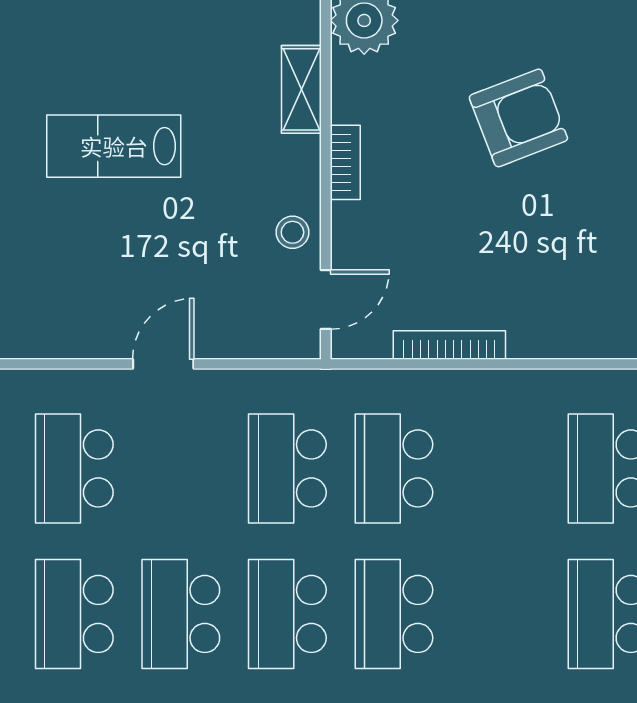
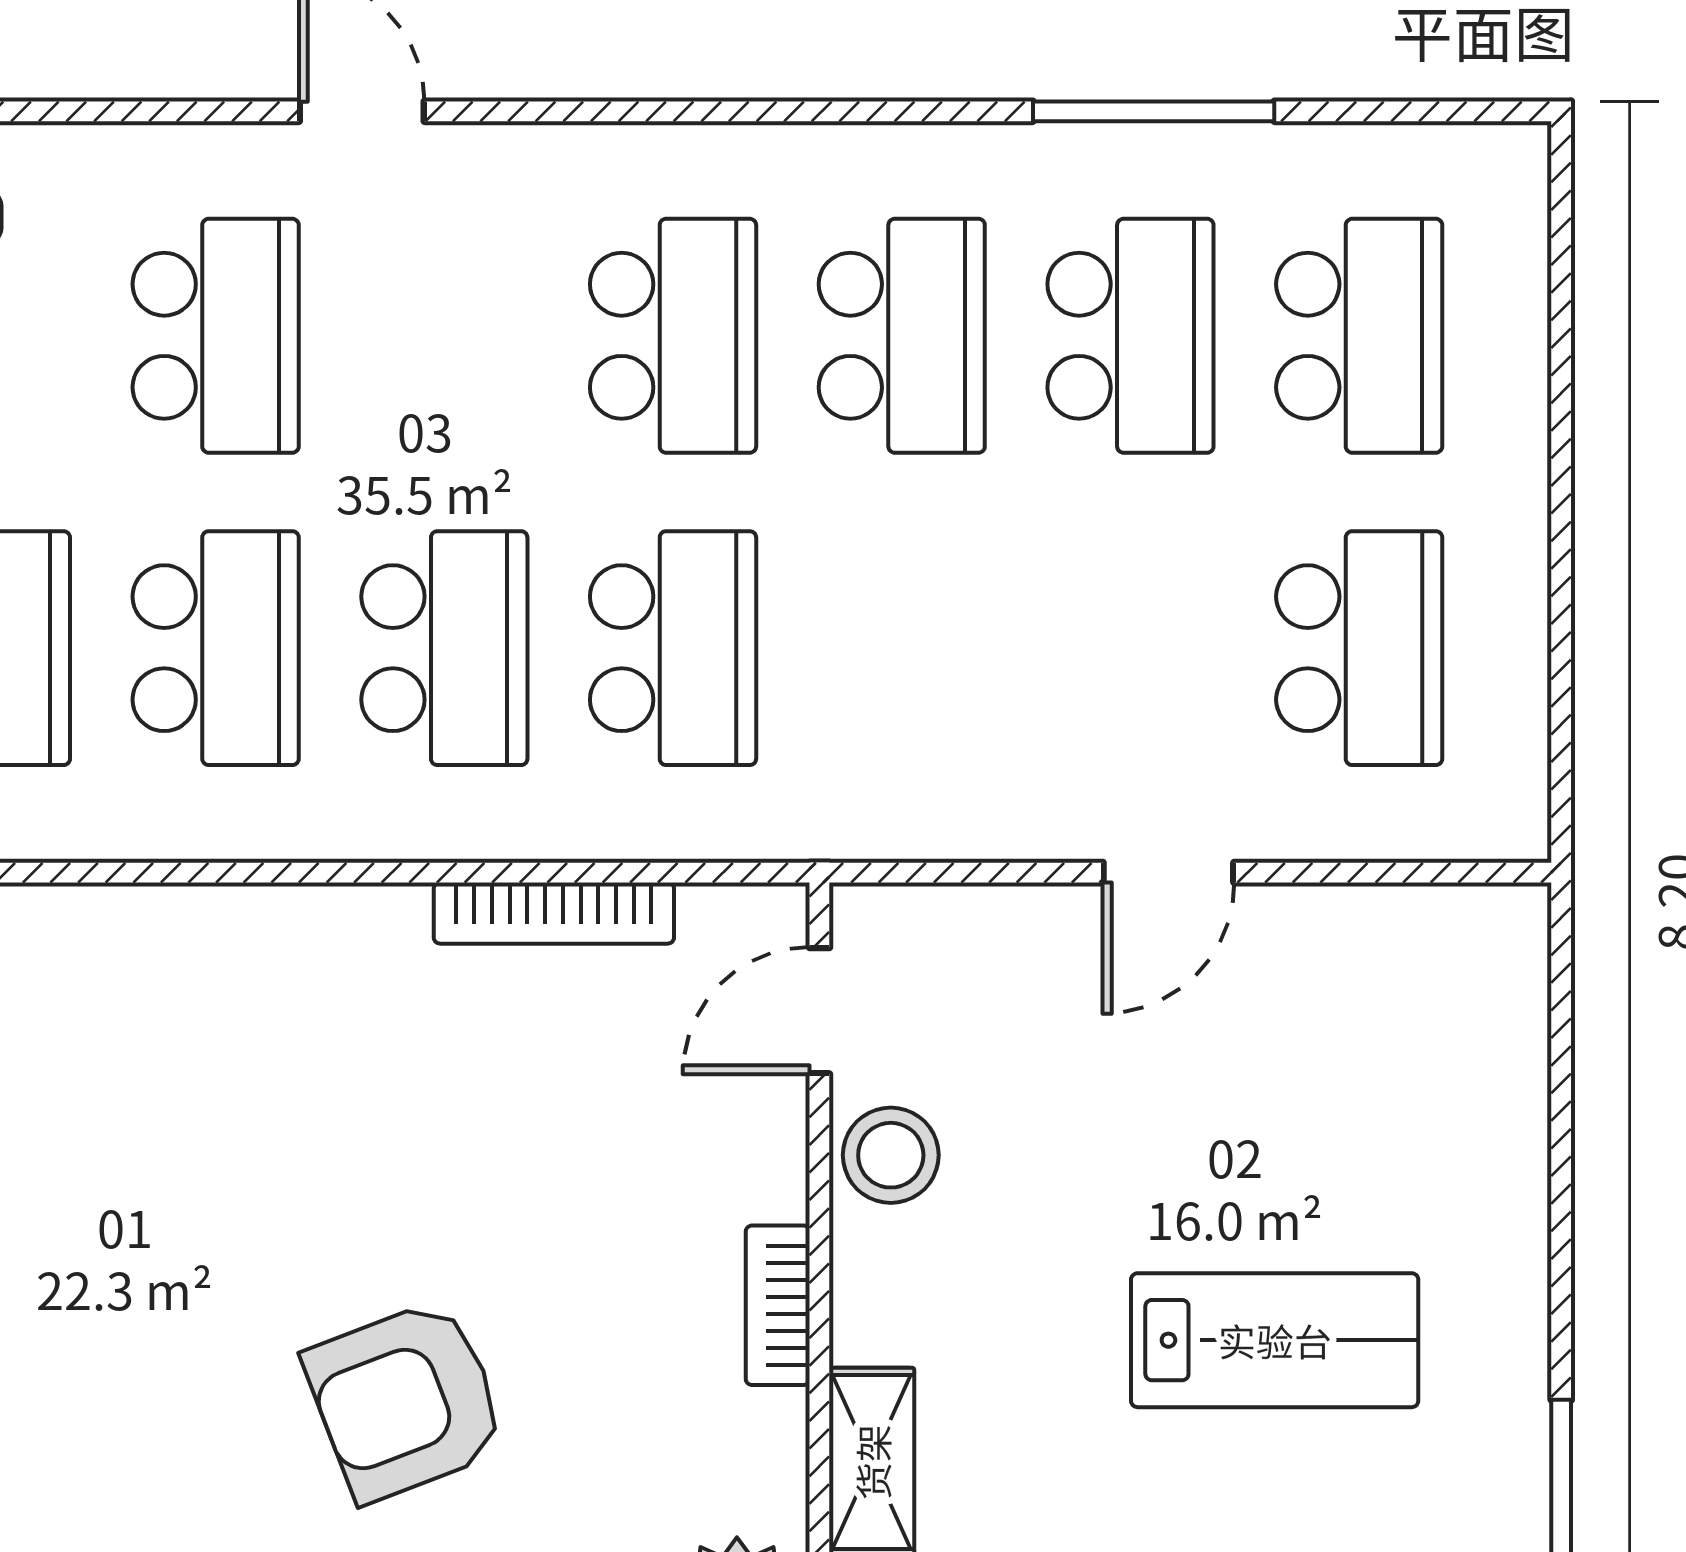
stool: (292, 232) -> (891, 1155), width x1.37, depth x1.37
school desk: (287, 468) -> (444, 648), moved

